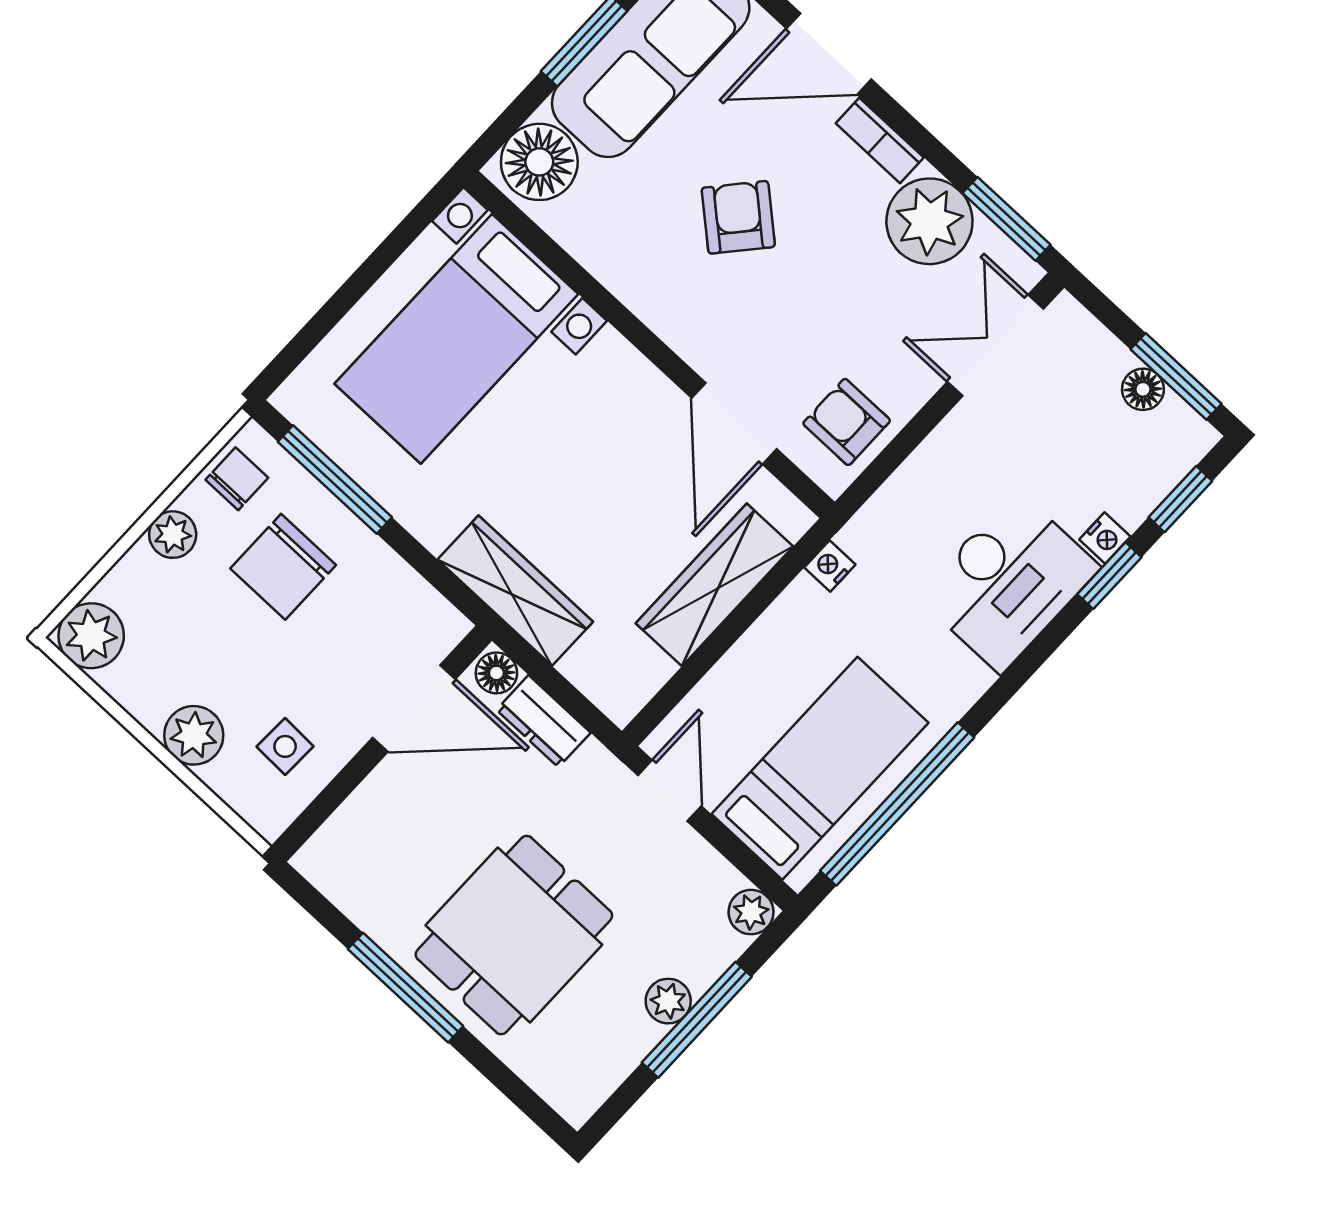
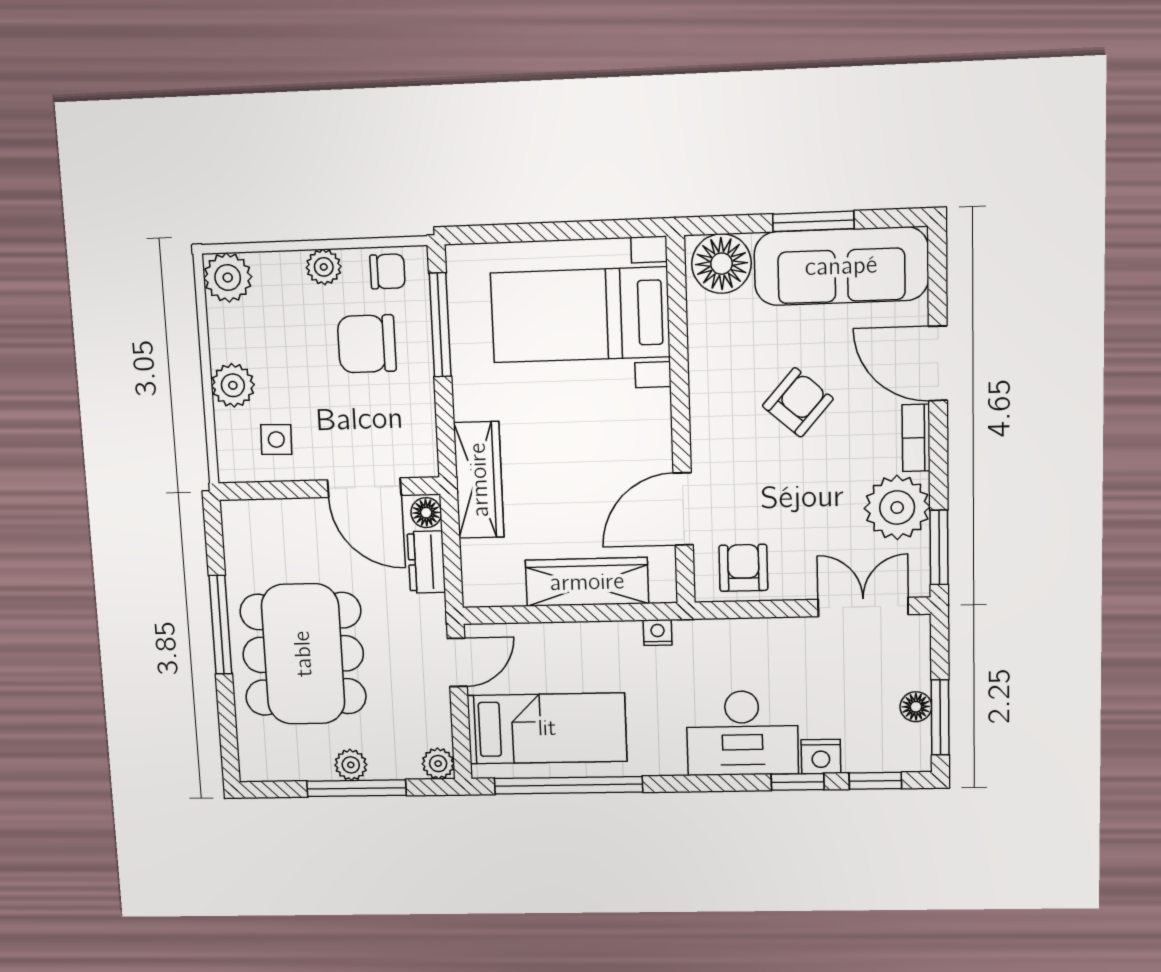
nightstand: (1105, 538) -> (821, 757), width x1.39, depth x1.35
dining table: (514, 935) -> (303, 654), width x1.38

